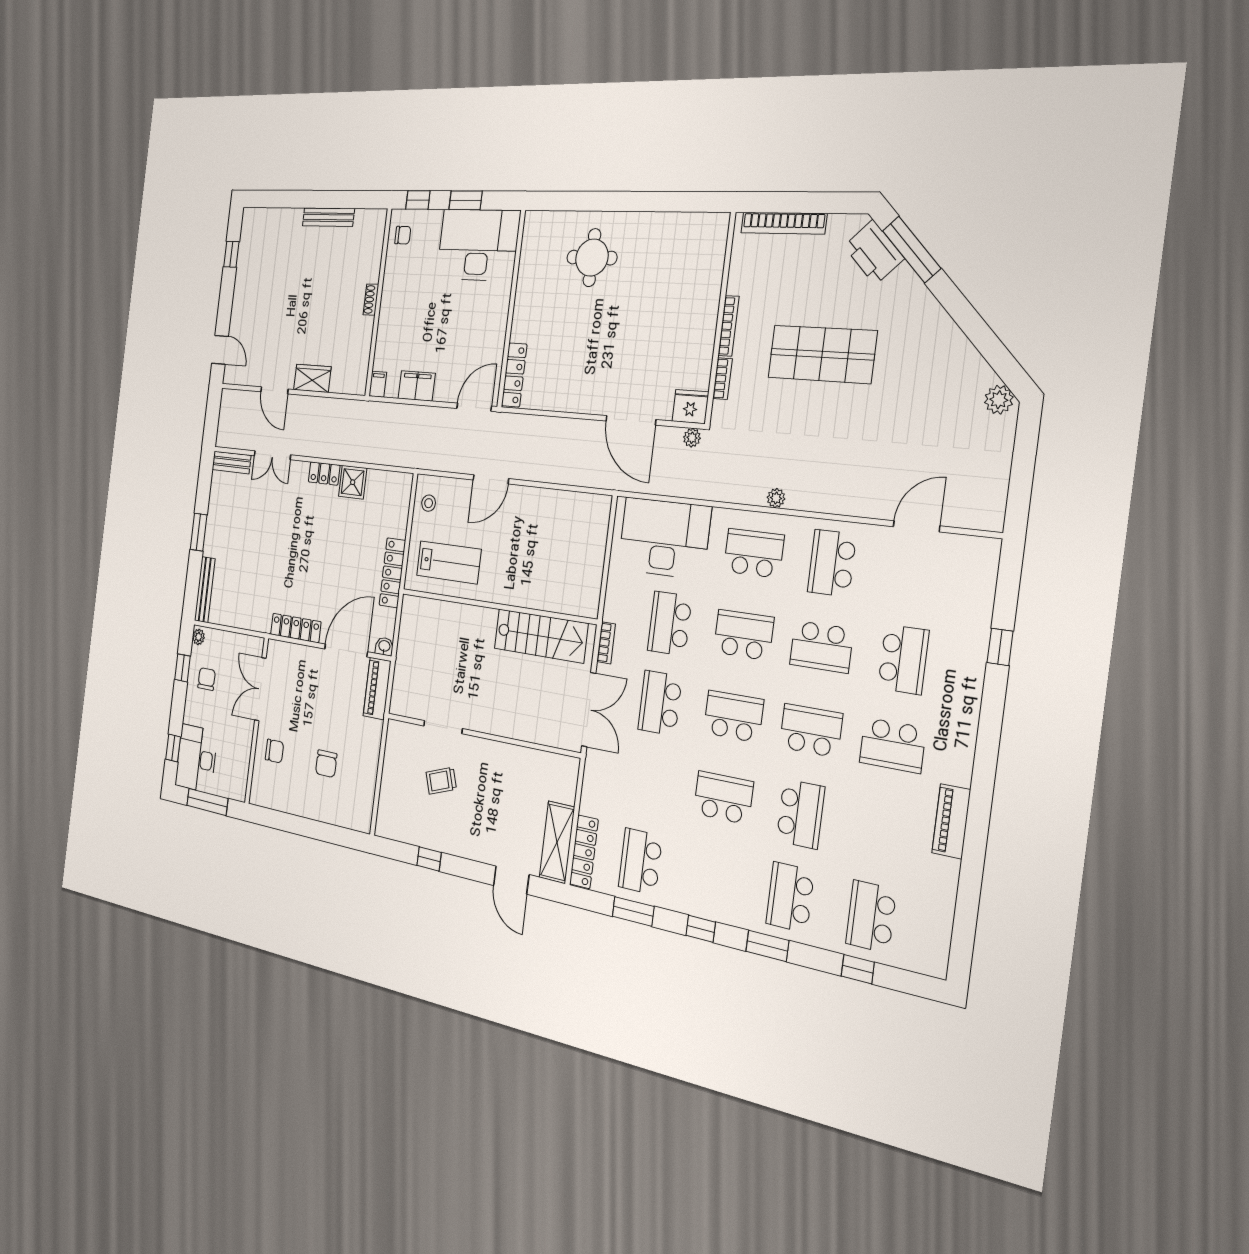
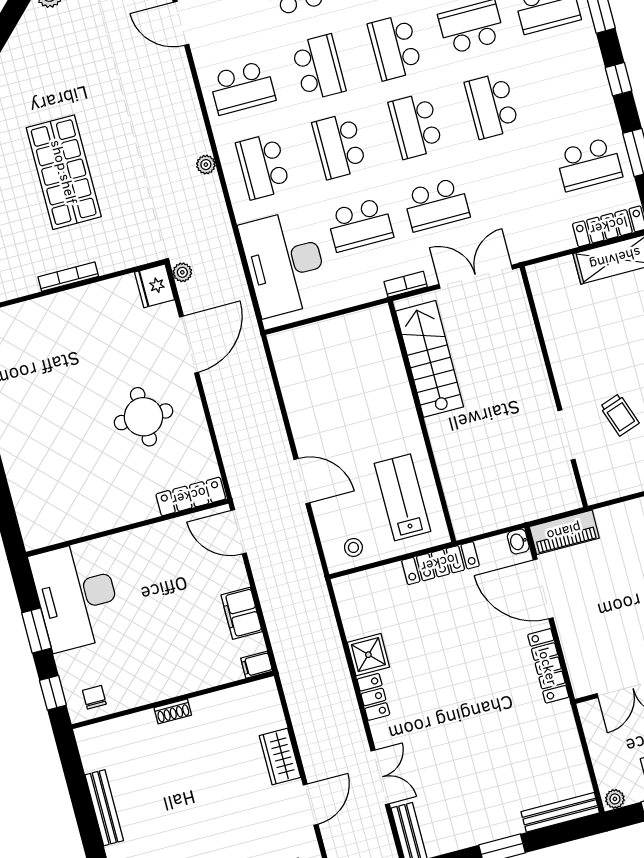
round table: (592, 258) -> (143, 417), moved
bookcase: (722, 379) -> (118, 263), removed

